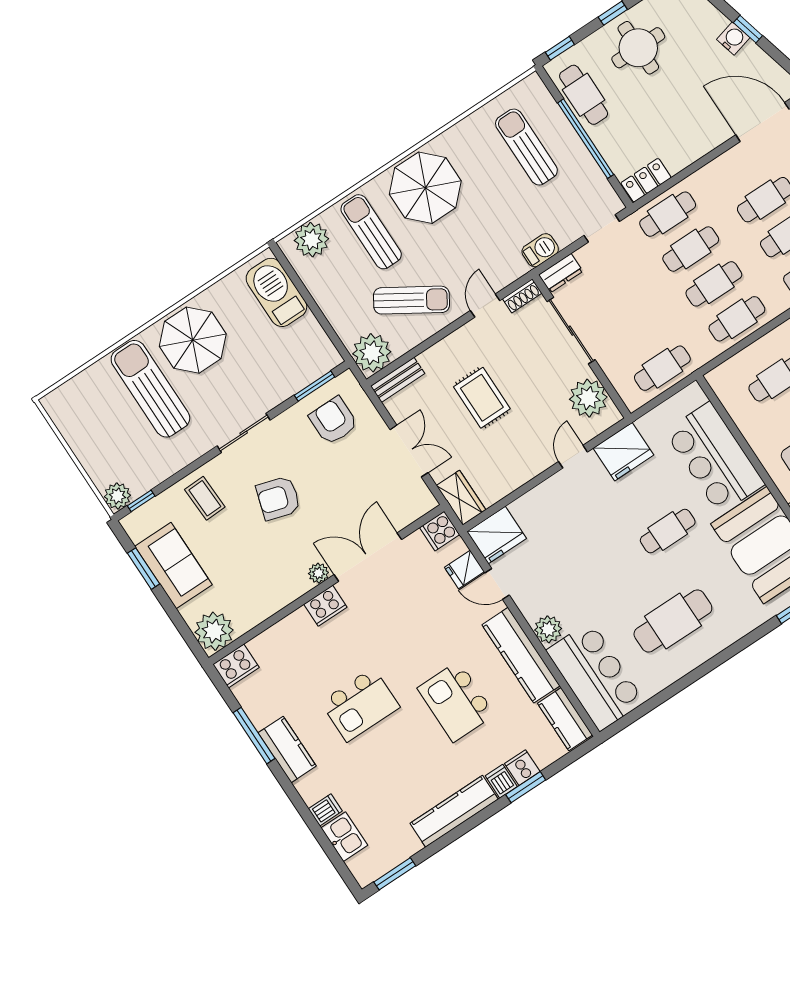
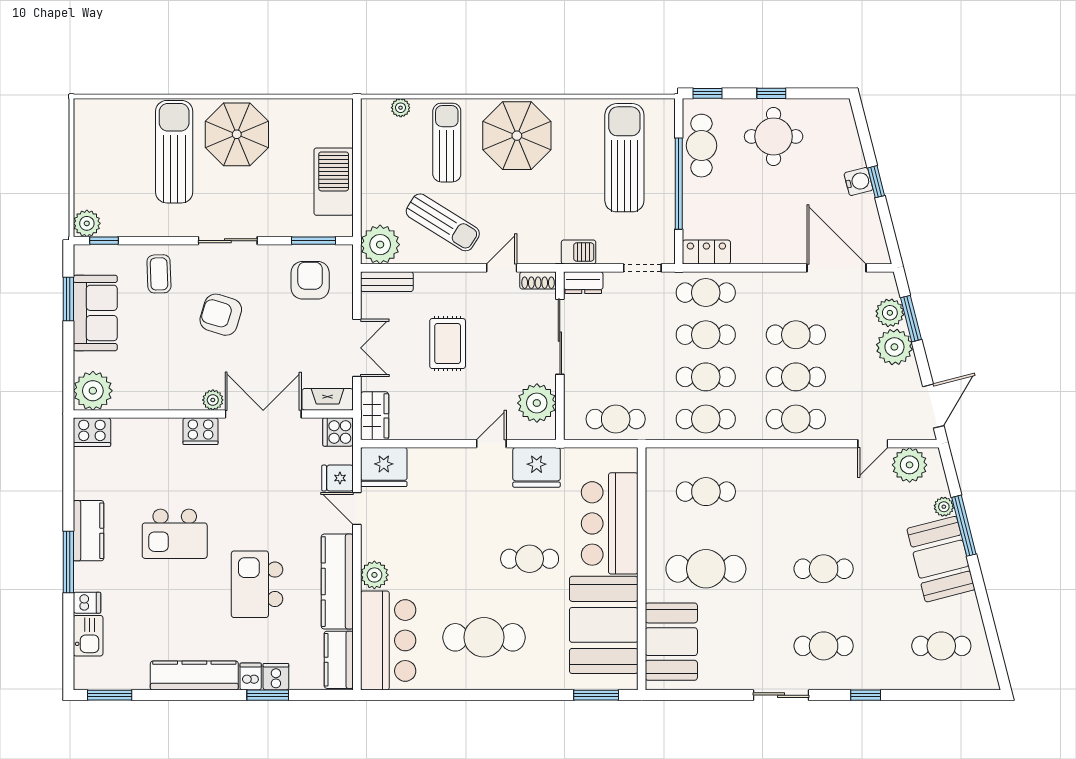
sun lounger: (526, 147) -> (624, 158), width x1.36, depth x1.34
plant: (311, 240) -> (401, 108), width x0.53, depth x0.53
barbecue: (276, 292) -> (334, 182), moved
fireplace: (413, 510) -> (328, 399), added
window: (254, 736) -> (68, 562), moved

